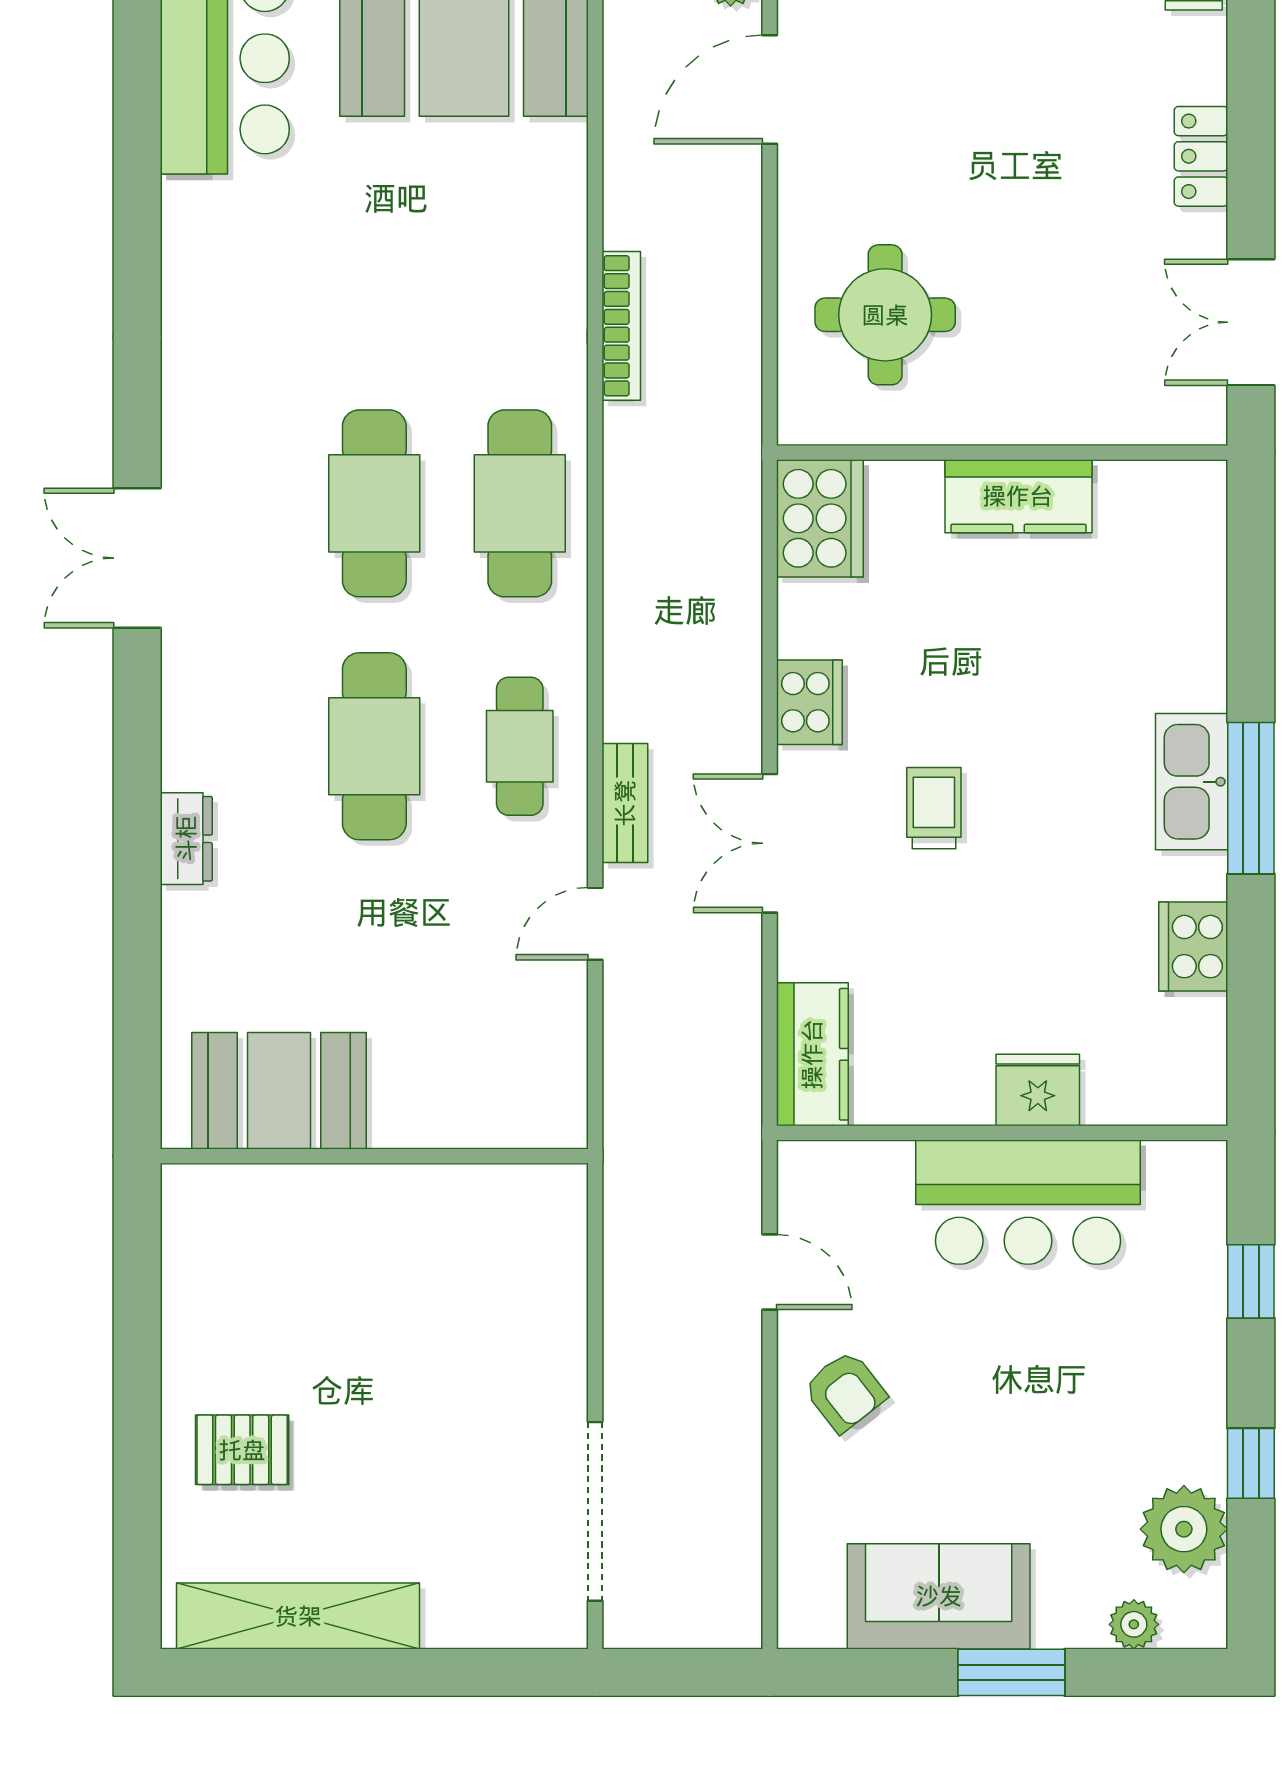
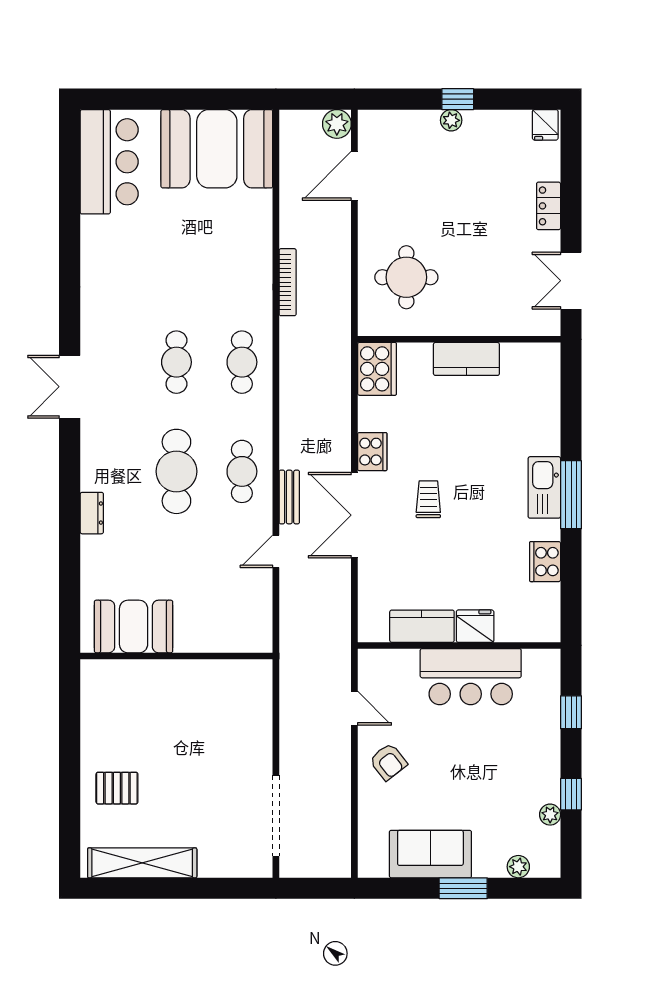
cafe table: (374, 503) -> (176, 362), width x0.73, depth x0.74
cafe table: (520, 503) -> (242, 362), width x0.73, depth x0.74
double door: (770, 843) -> (354, 515), width x1.37
kitchen counter: (812, 1054) -> (422, 626), moved, turned -90
plant: (1184, 1529) -> (550, 815), width x0.53, depth x0.53

